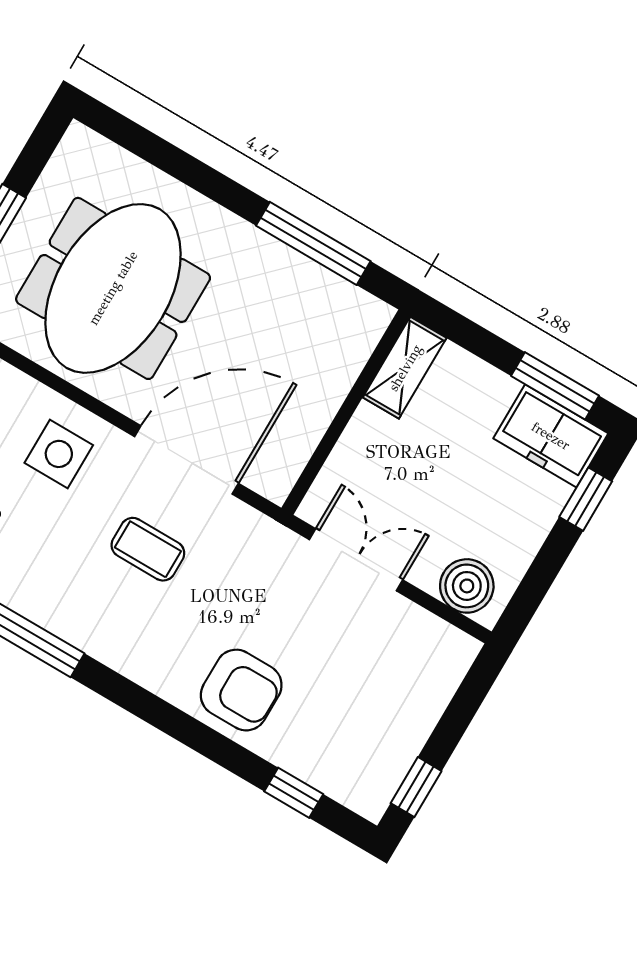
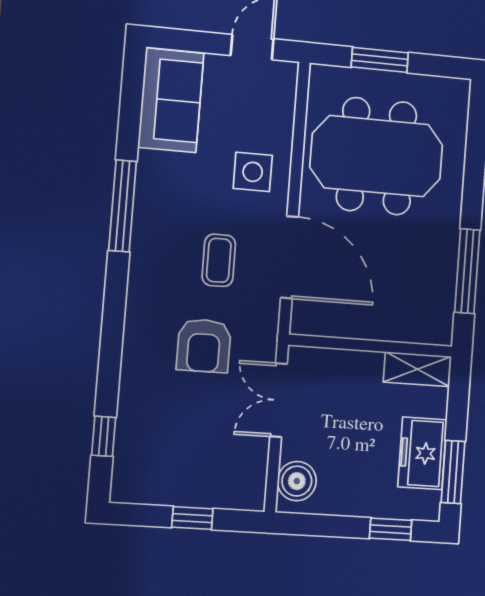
freezer: (551, 436) -> (422, 453), moved
double door: (356, 560) -> (279, 400), swing flipped
armchair: (241, 690) -> (204, 346), moved
window: (416, 787) -> (192, 518), moved

